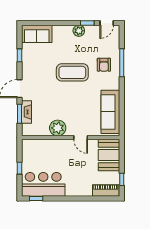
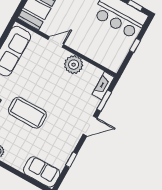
fireplace: (27, 112) -> (103, 86), moved
door: (81, 138) -> (56, 42), hinge flipped

